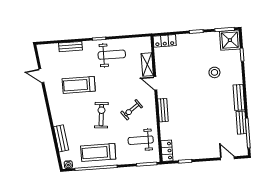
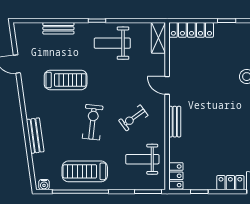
locker: (165, 41) -> (191, 30), width x1.53
weight bench: (112, 55) -> (112, 43), turned 180
shelving: (147, 65) -> (158, 38), moved
treadmill: (79, 85) -> (66, 80), turned 180
bench: (61, 138) -> (35, 136), moved
locker: (208, 153) -> (230, 183), added

